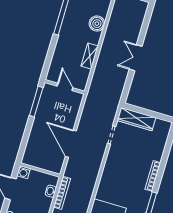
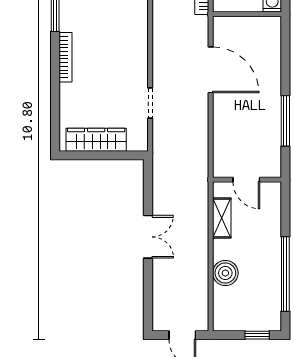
door: (65, 87) -> (246, 180), moved
wall: (65, 87) -> (247, 180), moved
wardrobe: (136, 119) -> (96, 140), moved

